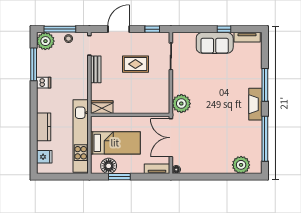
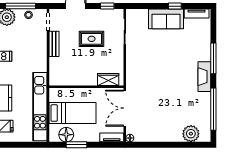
plant: (181, 104) -> (135, 76), removed
wardrobe: (102, 107) -> (108, 79), moved

